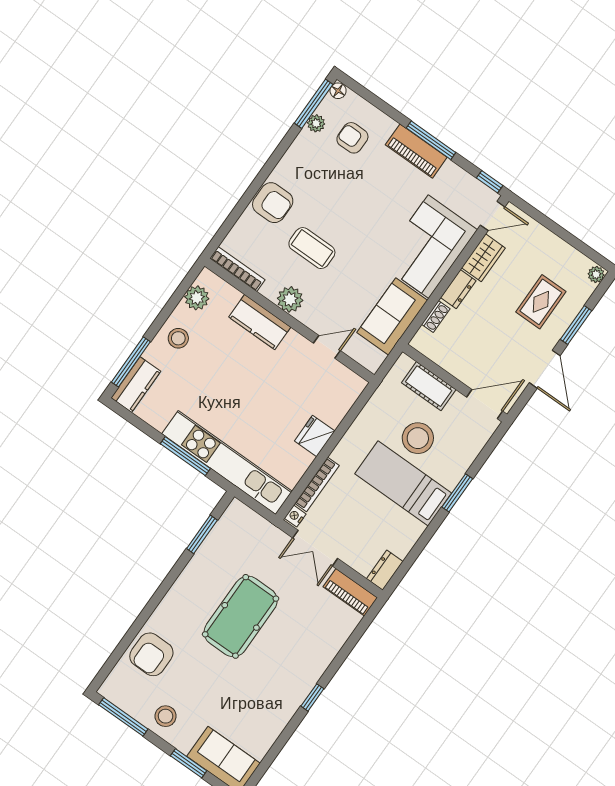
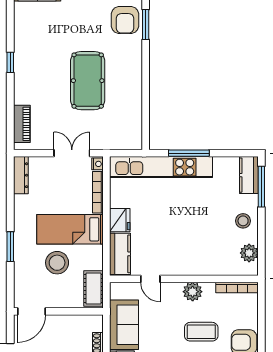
kitchen counter: (260, 322) -> (120, 254), moved, turned 90
door: (327, 347) -> (150, 279), hinge flipped
cot: (429, 386) -> (94, 289), moved, turned 90
bed: (403, 483) -> (70, 229), moved, turned 180
window: (202, 534) -> (146, 25), moved
dresser: (385, 570) -> (21, 175), width x1.44
piano: (350, 592) -> (22, 124), moved, turned 90
armchair: (151, 654) -> (125, 20), turned 180

